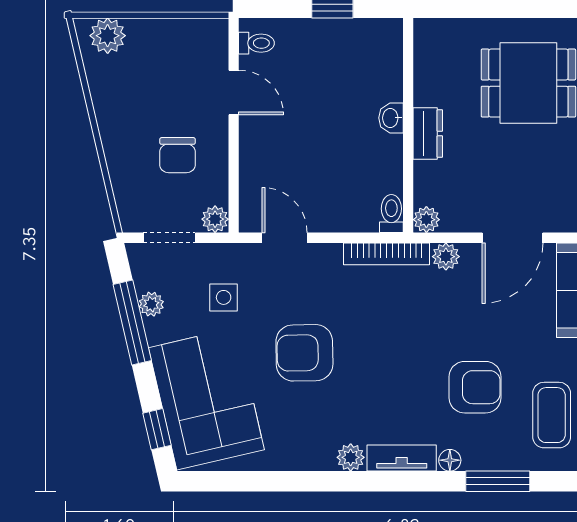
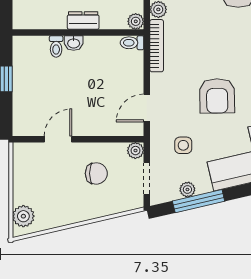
toilet: (256, 43) -> (56, 46), moved, turned 180

